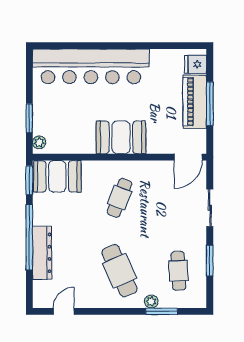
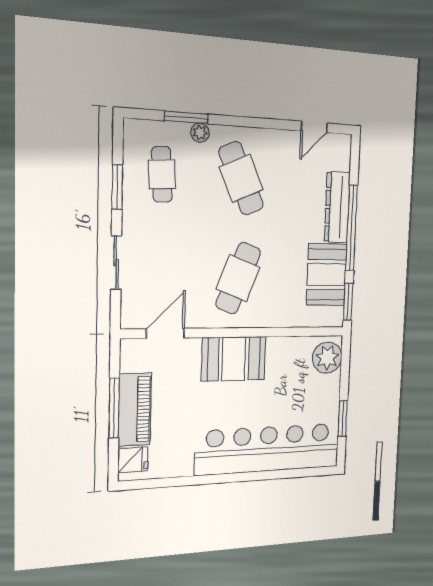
window: (29, 118) -> (343, 419), moved
plant: (39, 142) -> (327, 358), width x1.88, depth x1.88
door: (188, 157) -> (165, 333), moved
booth: (57, 176) -> (327, 275), moved, turned 90
cafe table: (120, 198) -> (238, 278), width x1.37, depth x1.35

